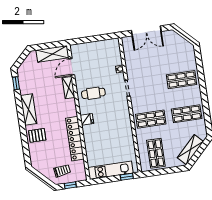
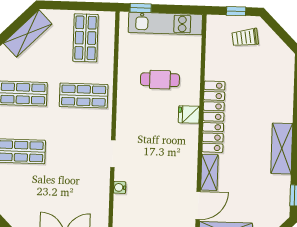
cafe table: (93, 93) -> (160, 80), moved
pallet: (37, 135) -> (275, 103), removed
locker: (75, 139) -> (213, 117), moved

